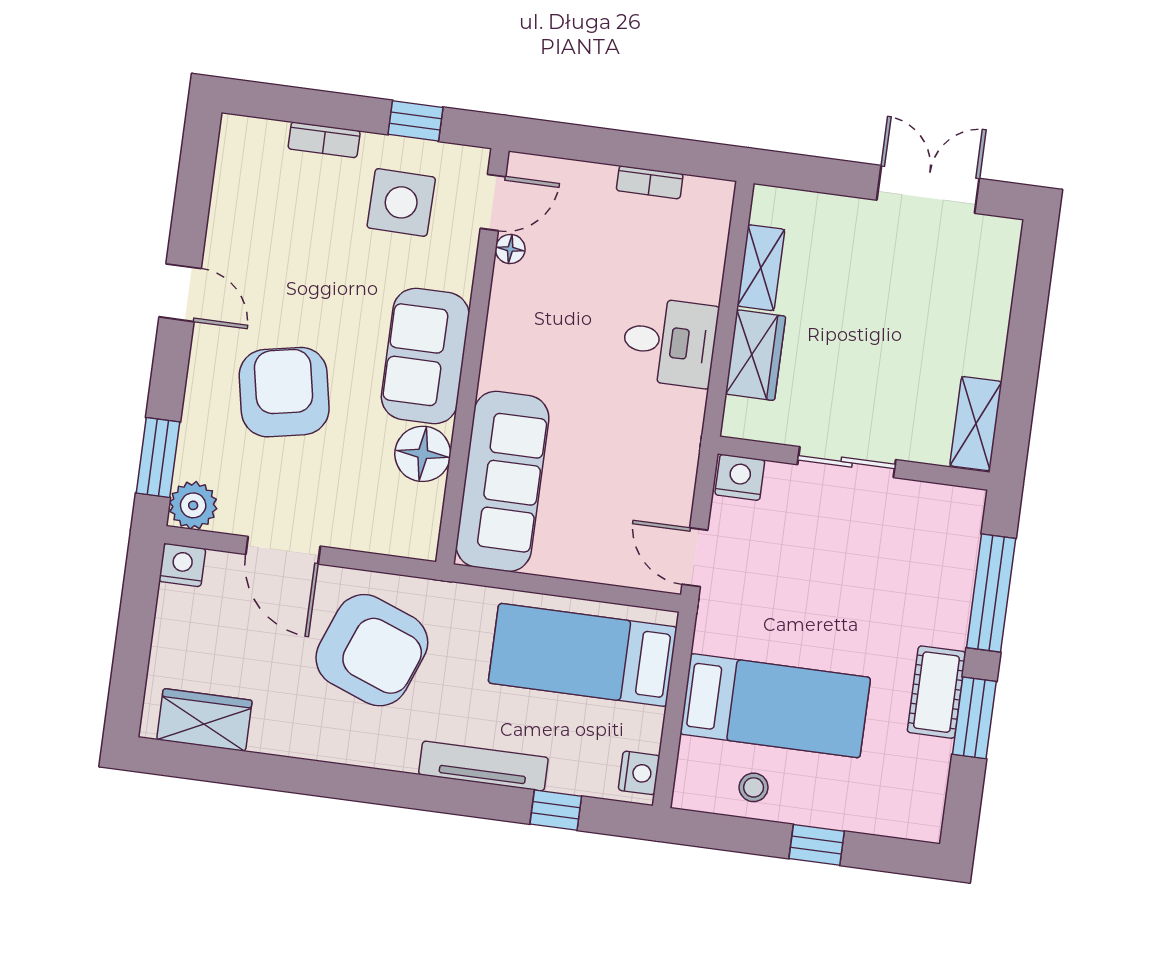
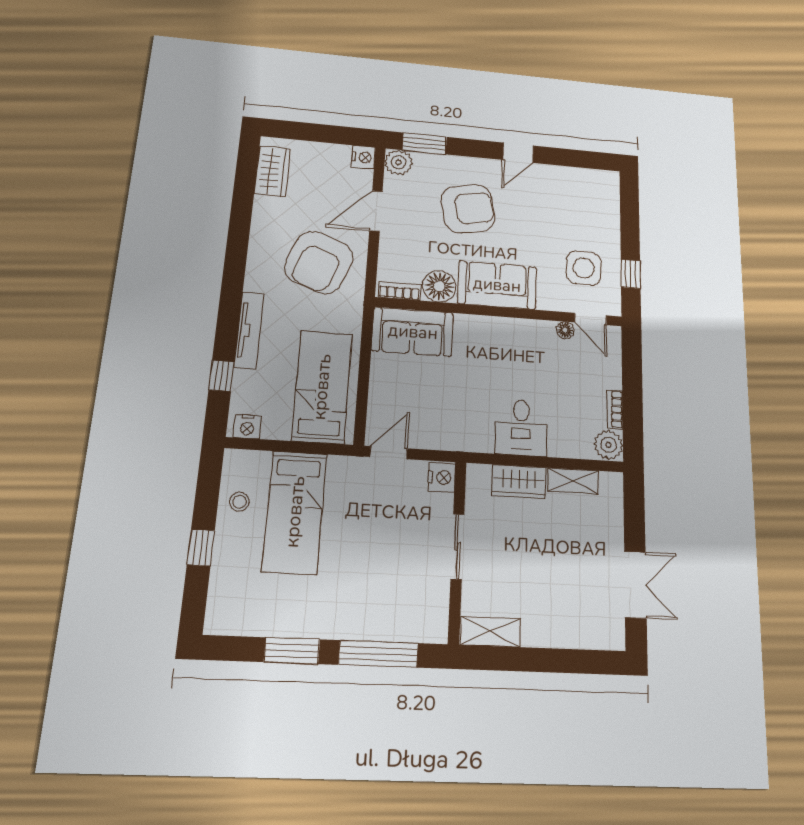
bookcase: (324, 140) -> (399, 291), moved, turned 90
plant: (707, 201) -> (609, 445), added
sofa: (502, 481) -> (413, 332), width x0.73
cot: (937, 692) -> (309, 622), removed

